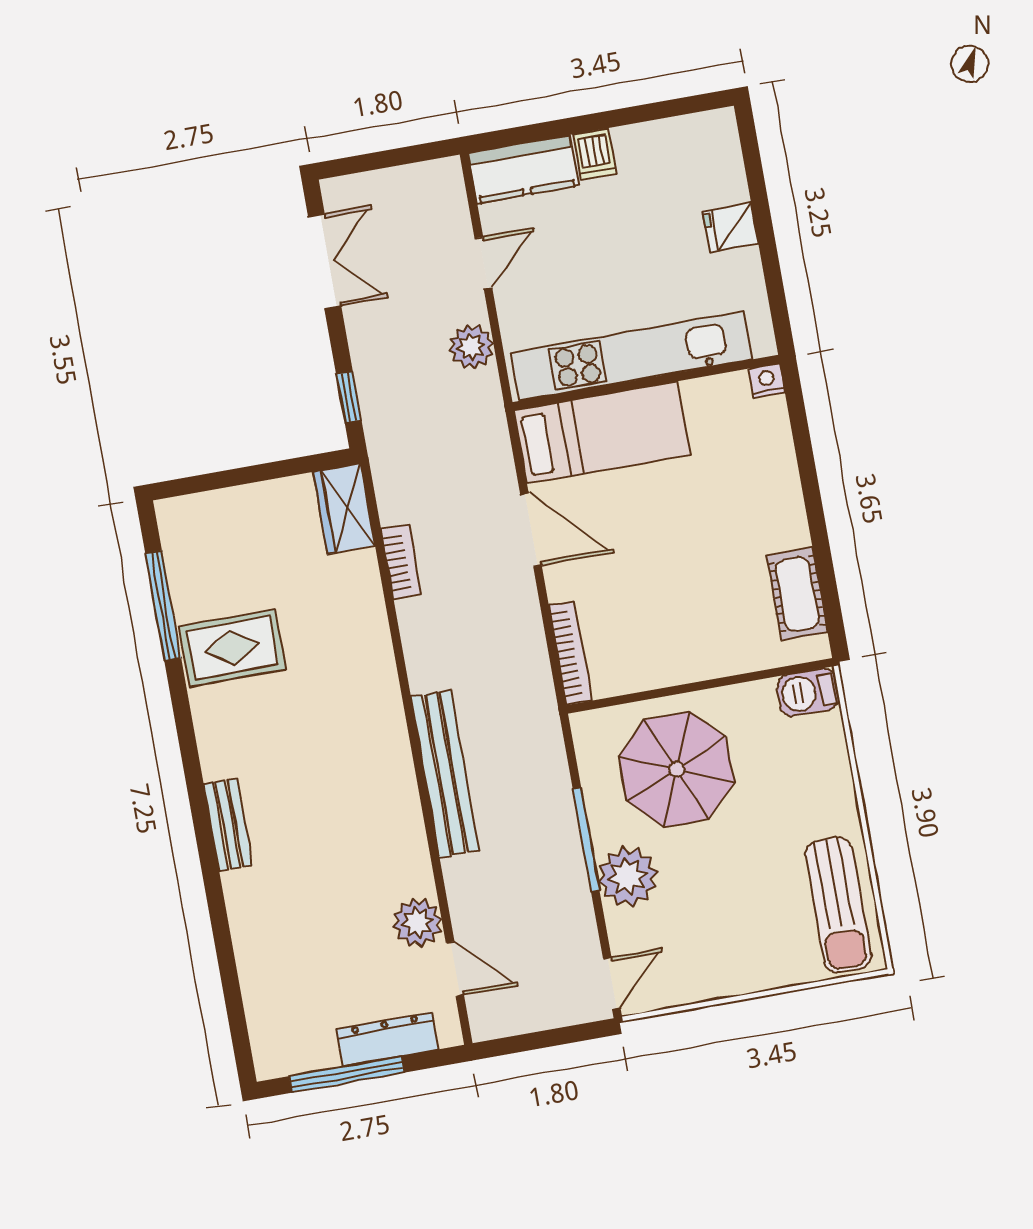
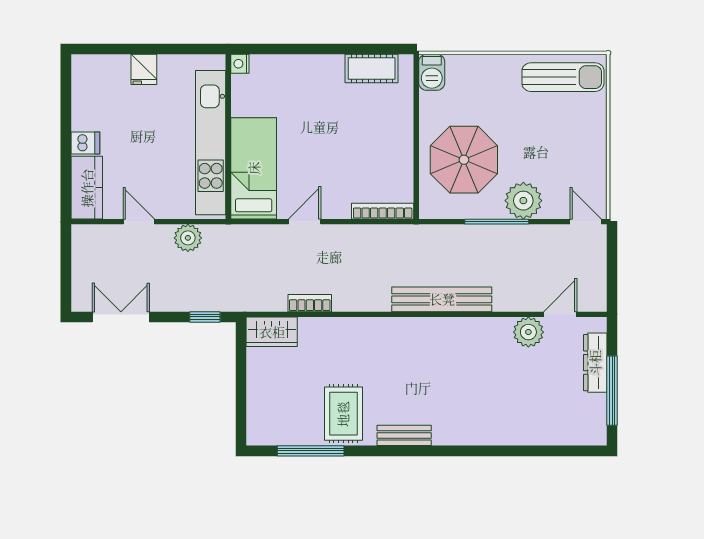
door: (531, 530) -> (305, 222), width x0.73
bench: (228, 825) -> (404, 435), moved

